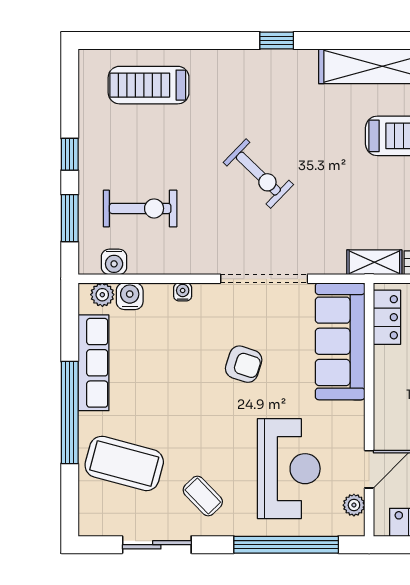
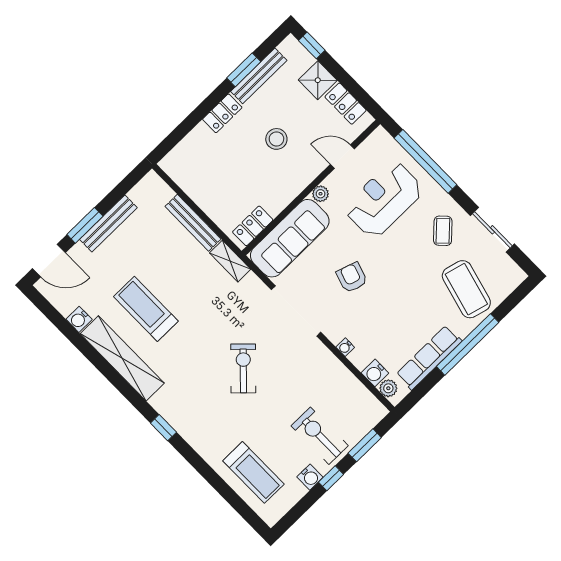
exercise bike: (140, 208) -> (320, 436), moved
water cooler: (114, 262) -> (310, 477), moved, turned 90
plant: (354, 505) -> (321, 194), moved

